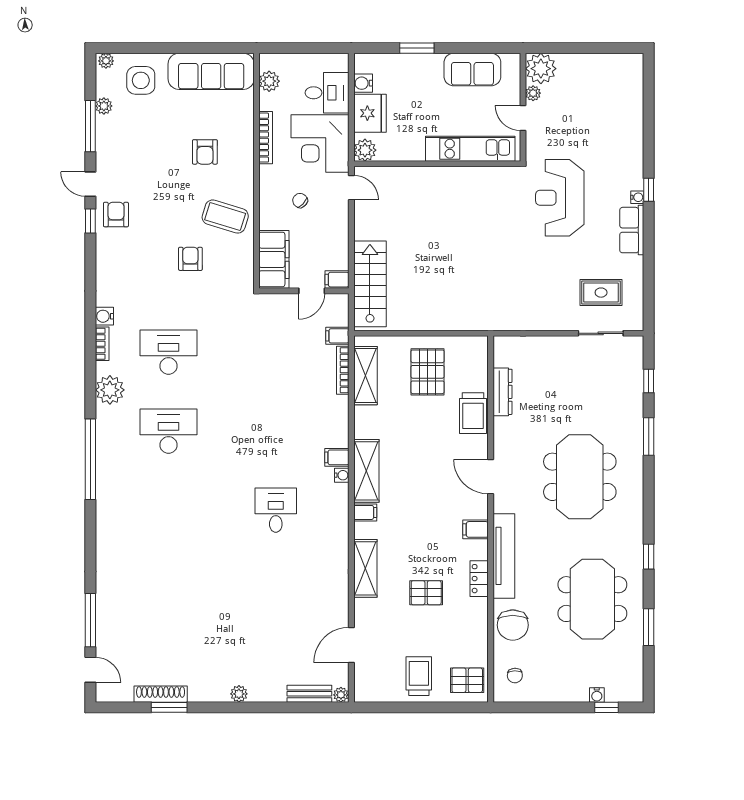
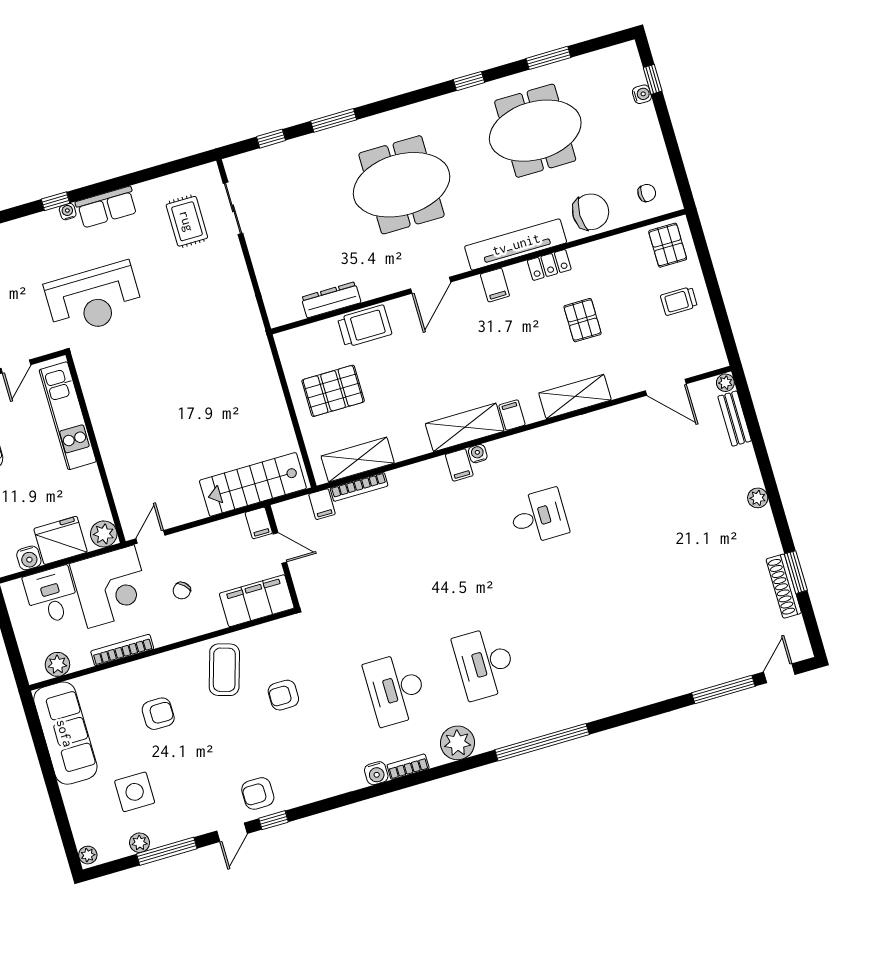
side table: (141, 80) -> (135, 792), moved
desk: (276, 510) -> (539, 517), turned 180
trolley: (419, 676) -> (679, 301), width x0.73, depth x0.72

